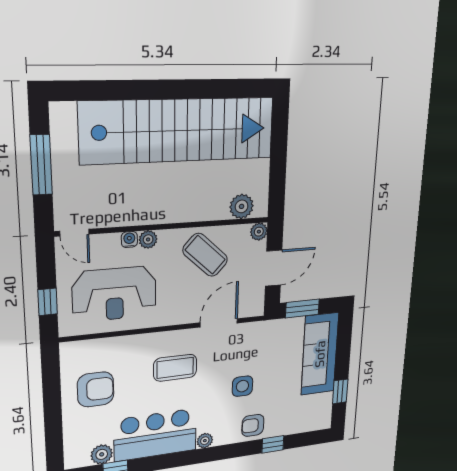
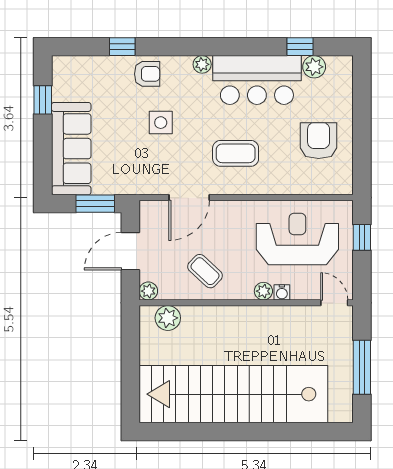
coffee table: (205, 255) -> (205, 271), width x0.73, depth x0.77
armchair: (96, 389) -> (319, 141), turned 90

